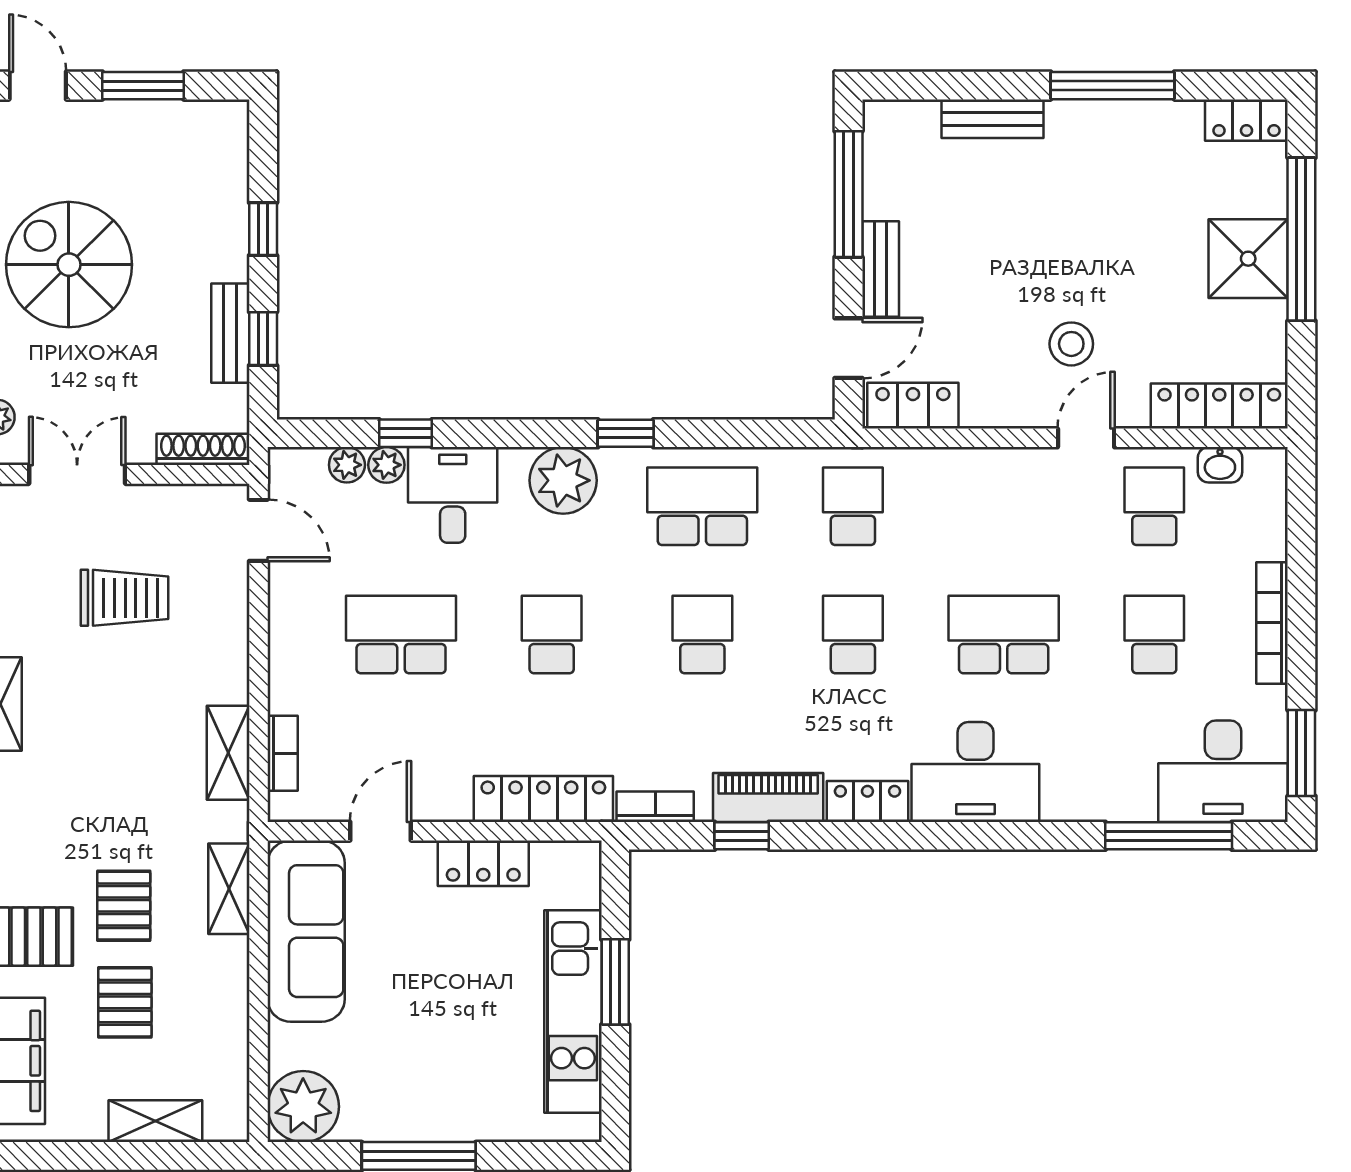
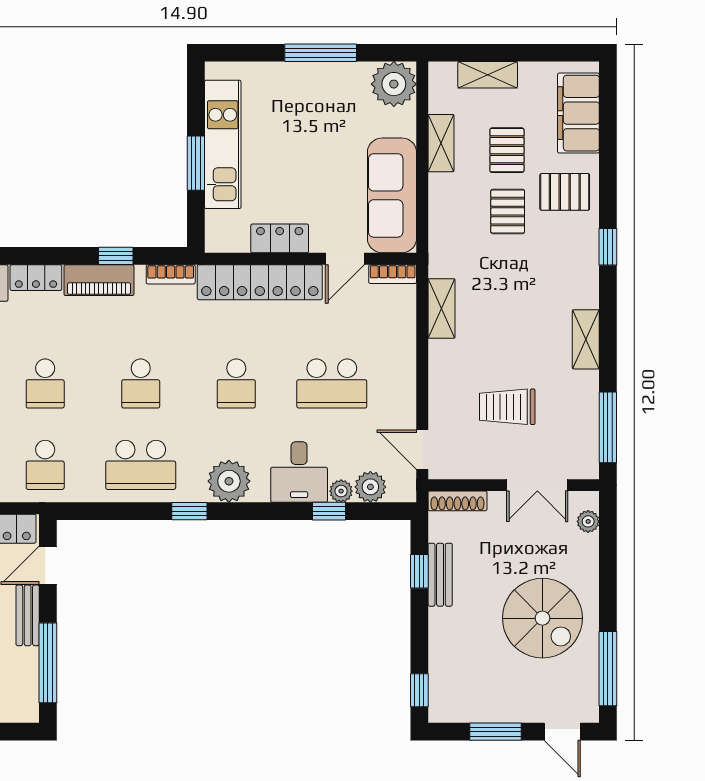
window: (263, 229) -> (419, 690), moved
plant: (347, 465) -> (370, 487), width x1.38, depth x1.38
bookcase: (283, 753) -> (393, 274), moved, turned -90
locker: (543, 799) -> (260, 282), width x1.41, depth x1.21
shelving: (229, 889) -> (441, 143), moved

